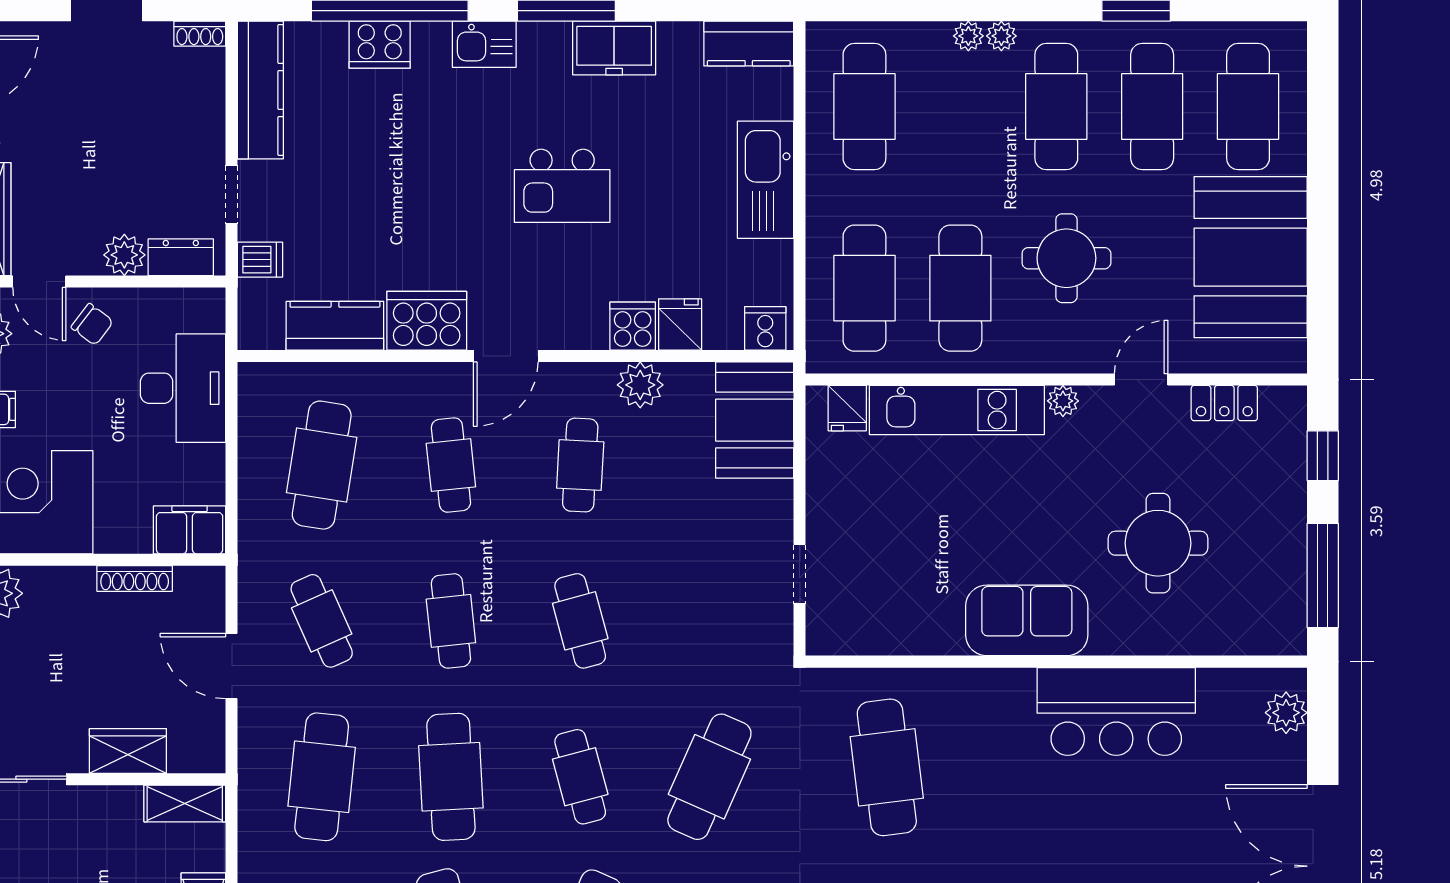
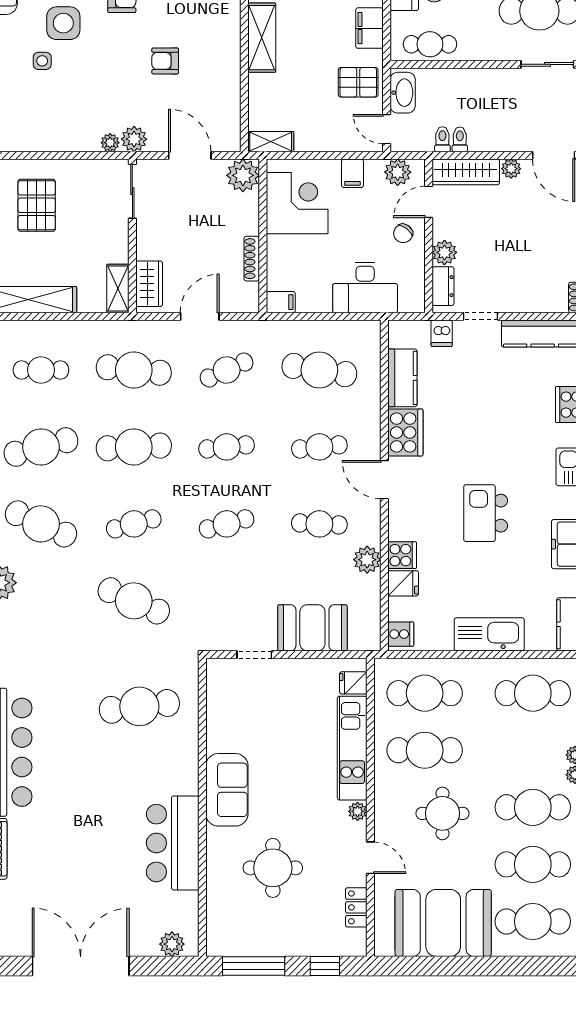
booth: (755, 420) -> (312, 628), moved
filing cabinet: (190, 530) -> (281, 302), width x0.50
wardrobe: (128, 751) -> (149, 284), moved

